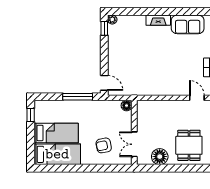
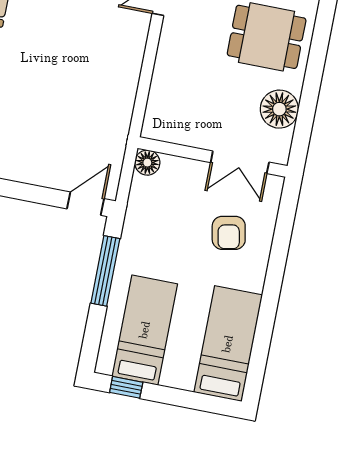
bed: (56, 133) -> (145, 330), moved

